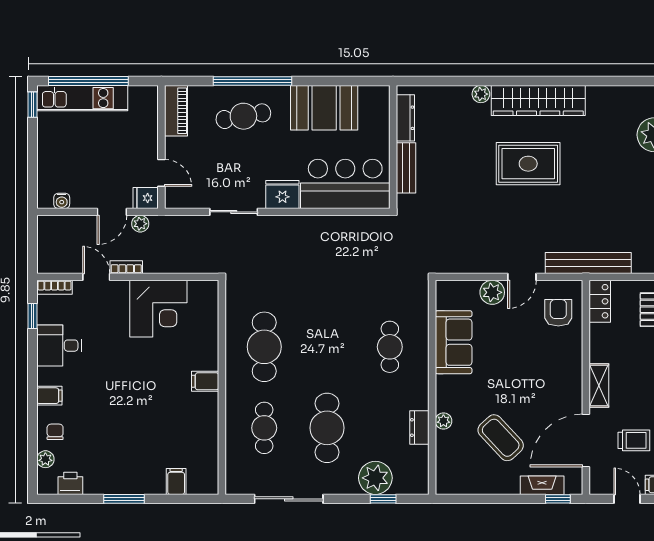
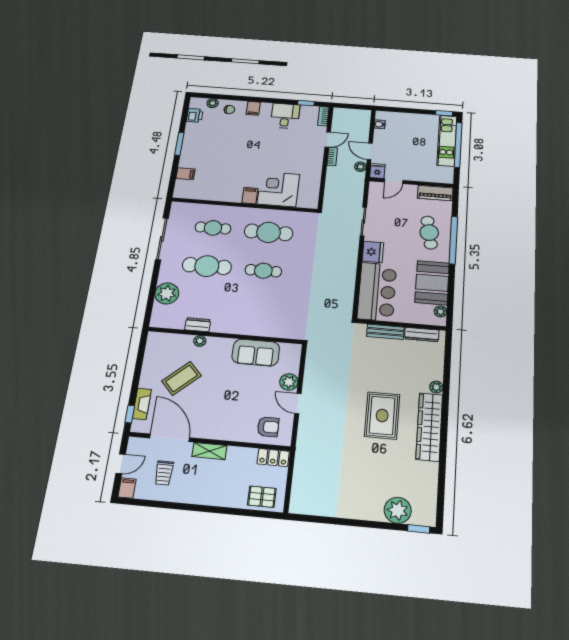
plant: (368, 94) -> (440, 312), added
bench: (588, 263) -> (303, 452), removed
corner desk: (158, 309) -> (278, 189), moved, turned 90
cafe table: (390, 347) -> (263, 271), moved
window: (383, 499) -> (151, 297), removed

